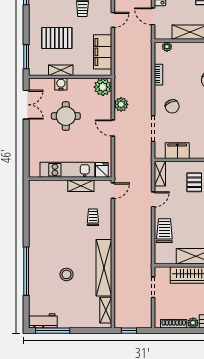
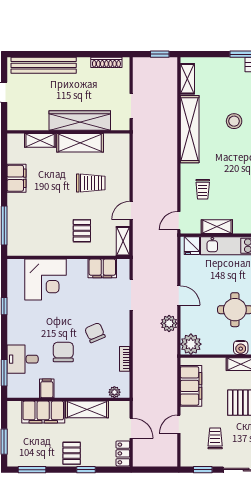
chair: (172, 106) -> (95, 333), moved
trolley: (164, 231) -> (91, 183), moved, turned -90
plant: (193, 323) -> (83, 63), removed

